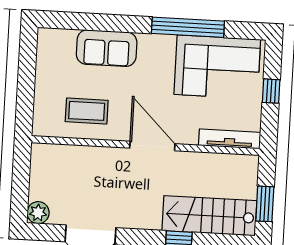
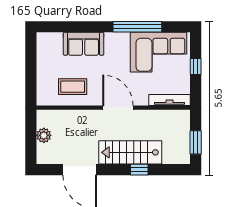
plant: (38, 213) -> (44, 135), moved
stairs: (209, 216) -> (130, 152), moved

